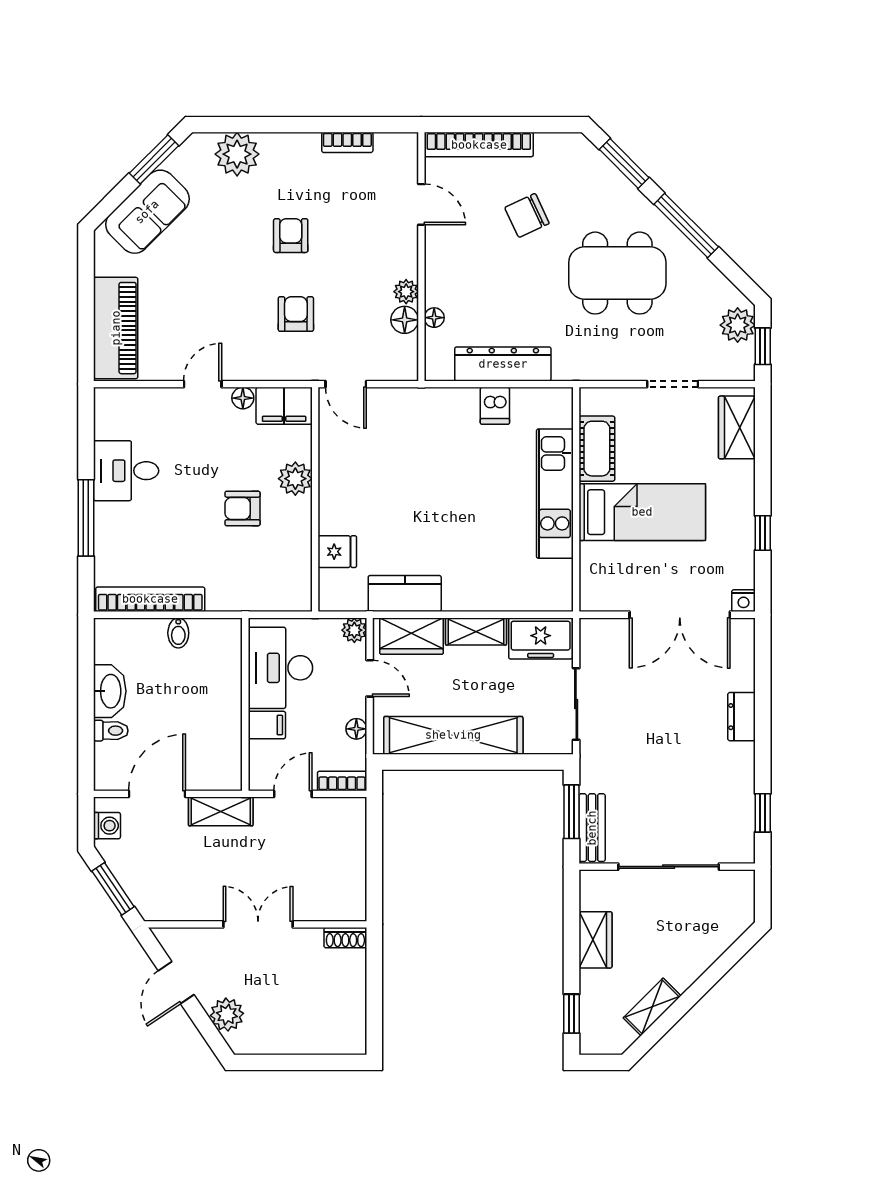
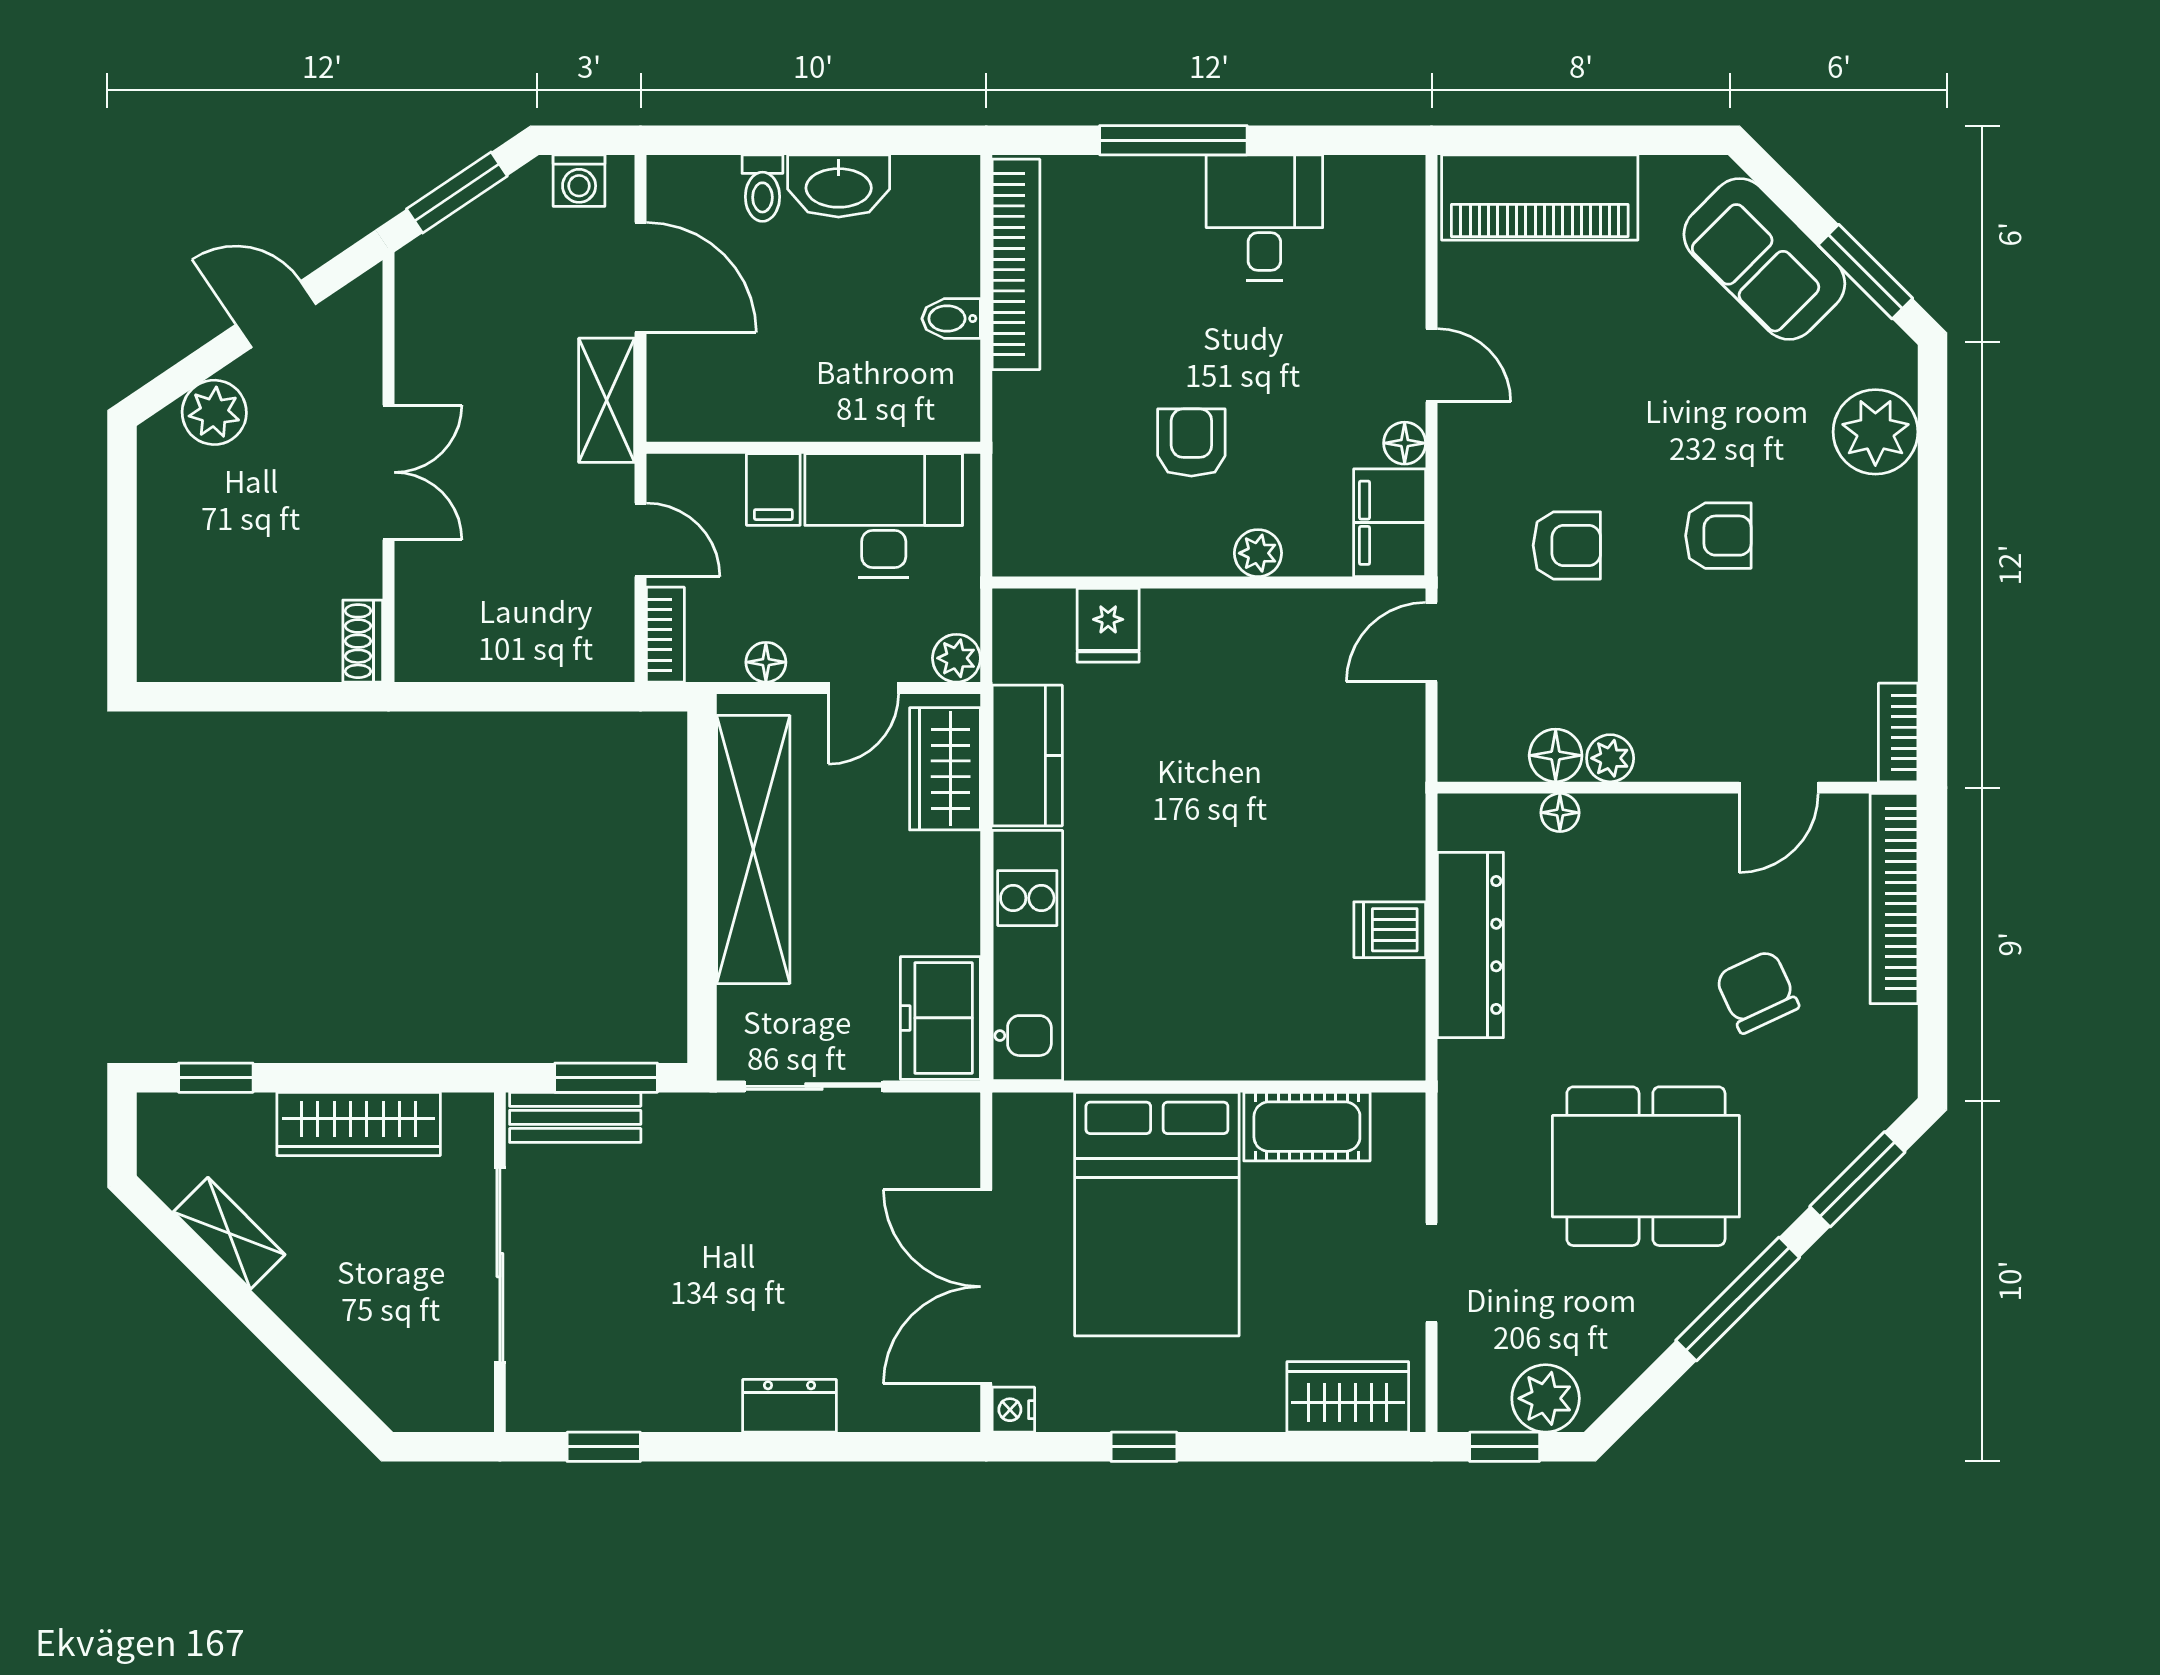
bookcase: (347, 142) -> (1898, 733), moved
dining table: (617, 273) -> (1646, 1166), turned 90
plant: (295, 479) -> (1258, 553), width x0.73, depth x0.73
kitchen unit: (555, 494) -> (1027, 956), moved, turned 90
bed: (642, 512) -> (1157, 1214), width x1.50
shelving: (476, 631) -> (954, 893), removed
wardrobe: (595, 940) -> (359, 1124), width x1.50

